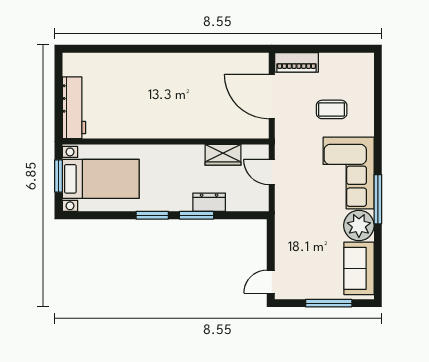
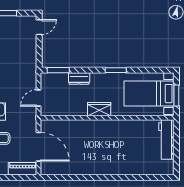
wardrobe: (223, 155) -> (99, 109), moved
door: (272, 172) -> (39, 98), swing flipped
window: (197, 215) -> (58, 70), moved

